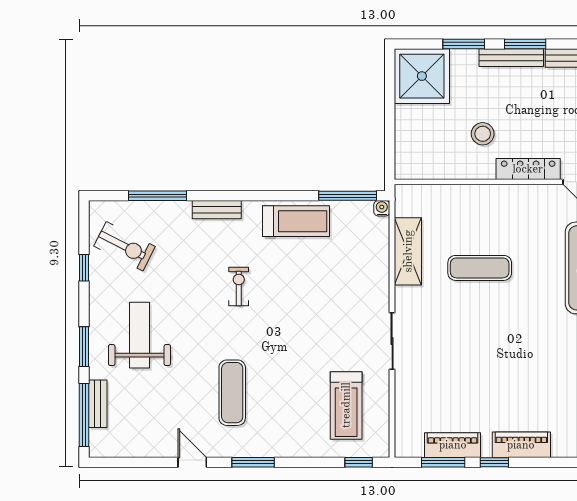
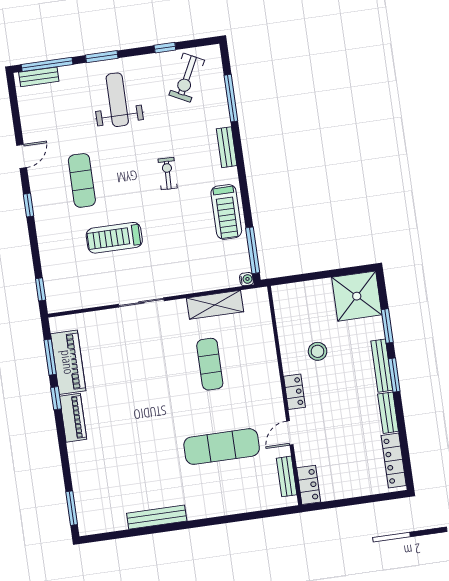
locker: (528, 169) -> (295, 392), width x0.66
exercise bike: (239, 286) -> (168, 174), turned -88
weight bench: (139, 335) -> (117, 100), turned -90
exercise mat: (232, 393) -> (82, 180), turned 90
bench: (98, 404) -> (39, 77), moved
treadmill: (346, 405) -> (114, 238), moved
piano: (453, 445) -> (68, 362), width x1.37, depth x1.33
window: (253, 462) -> (29, 205), width x0.67

